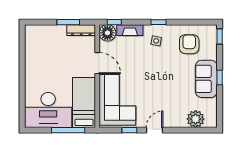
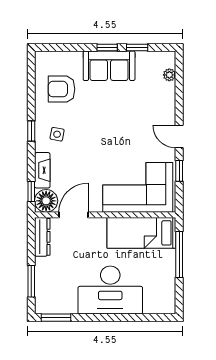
window: (68, 22) -> (31, 281), moved
window: (220, 37) -> (137, 47), moved
window: (22, 40) -> (56, 318), added
door: (97, 63) -> (73, 215), moved
desk: (48, 110) -> (110, 290), moved, turned 90
plant: (196, 119) -> (169, 75), width x0.53, depth x0.53

